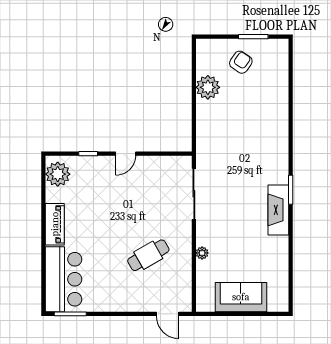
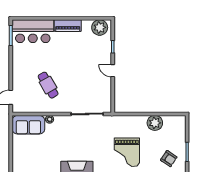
armchair: (241, 62) -> (169, 159), moved
grand piano: (254, 131) -> (127, 152), added
sofa: (241, 297) -> (28, 125), moved, turned 90

